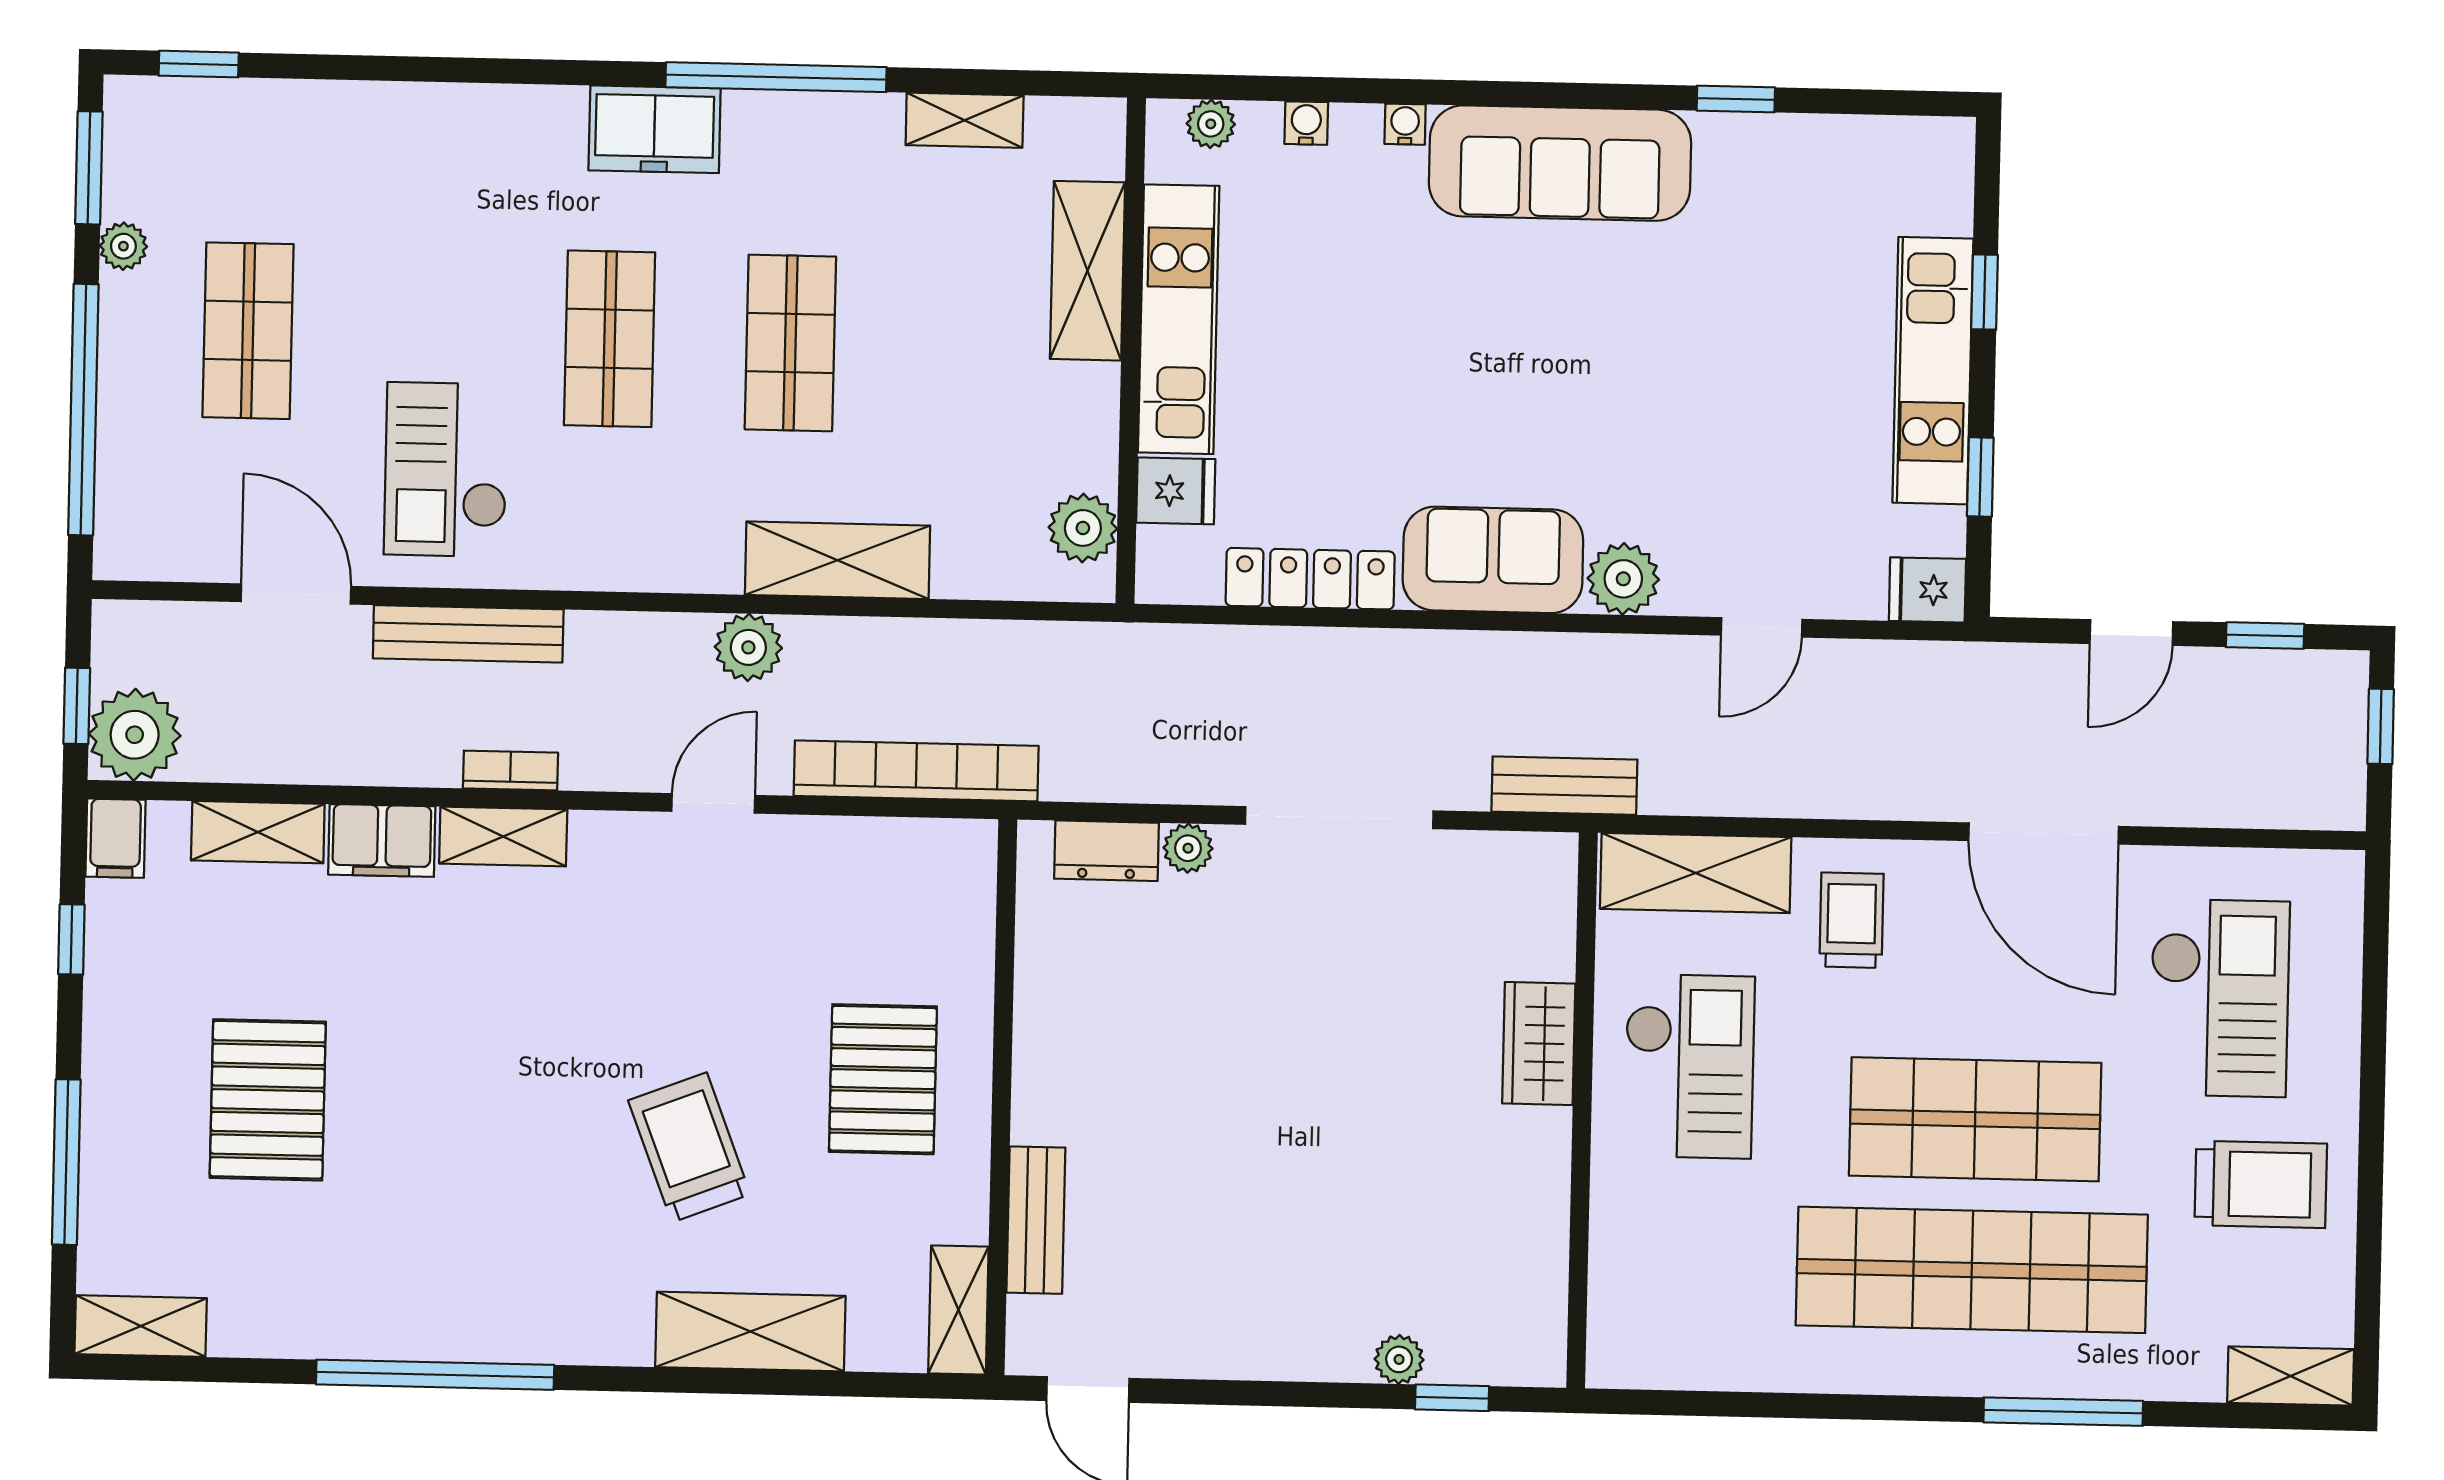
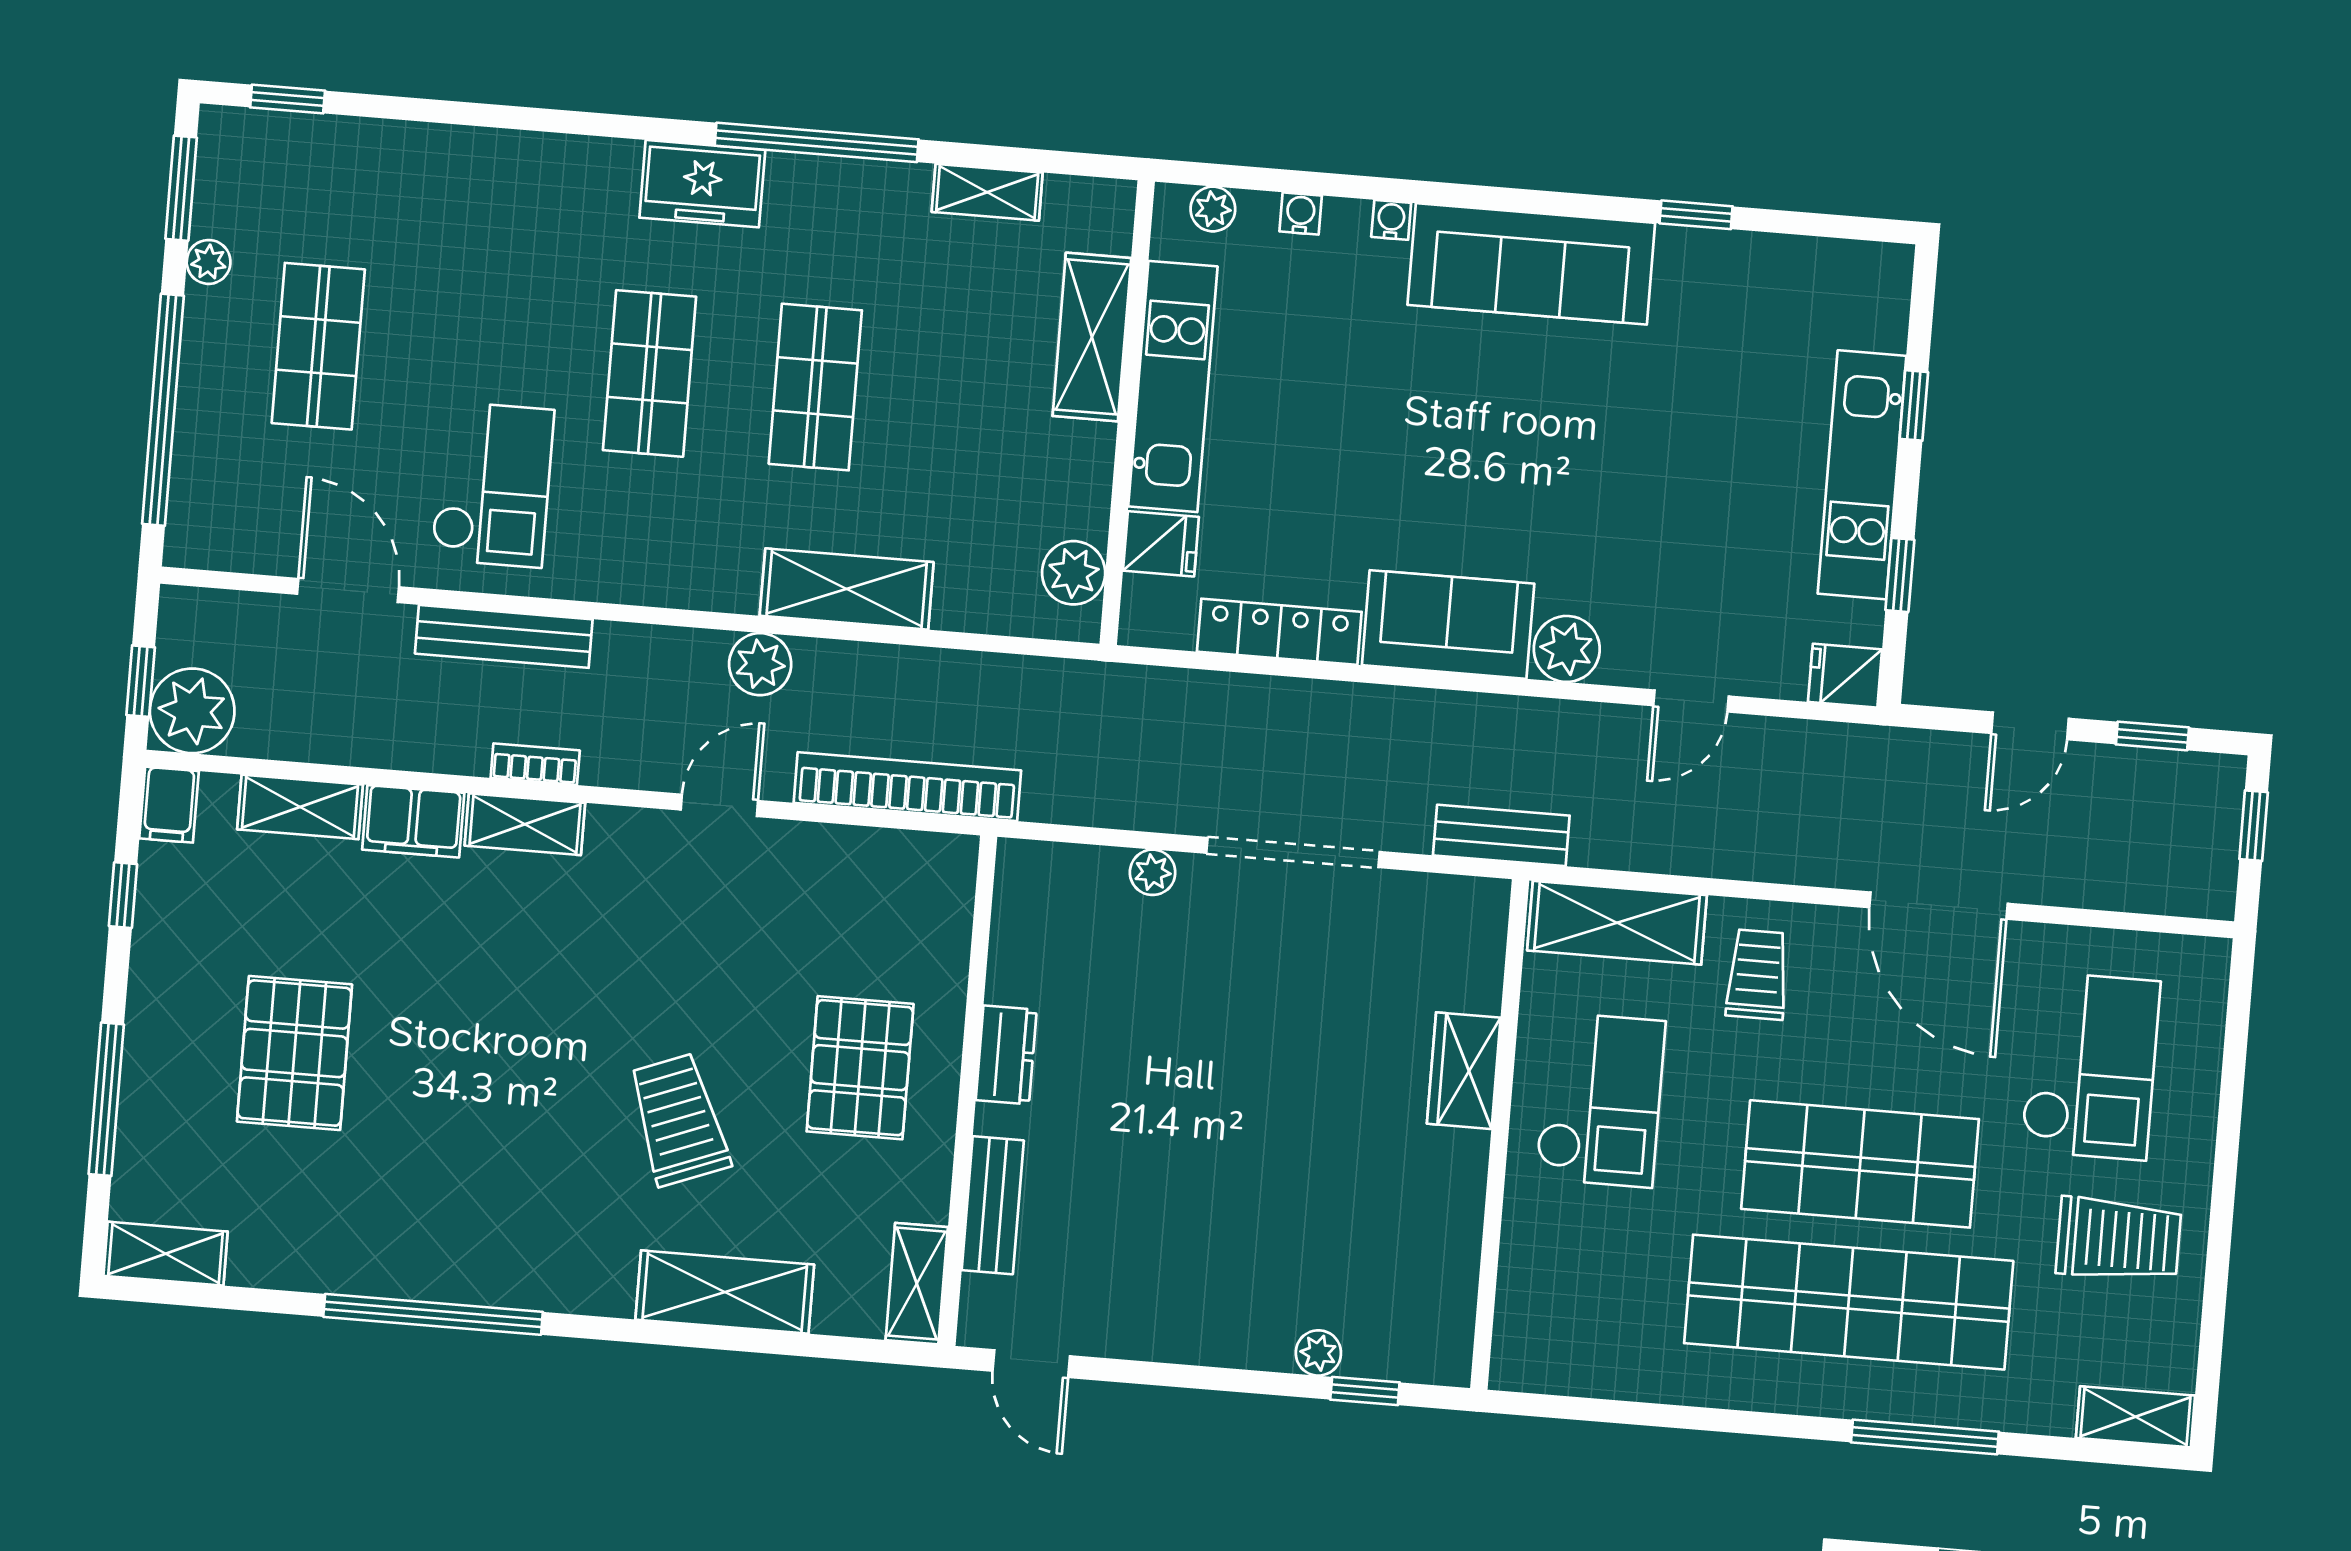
checkout: (446, 470) -> (493, 484), turned 180
dresser: (1106, 851) -> (1006, 1055), moved, turned -90

